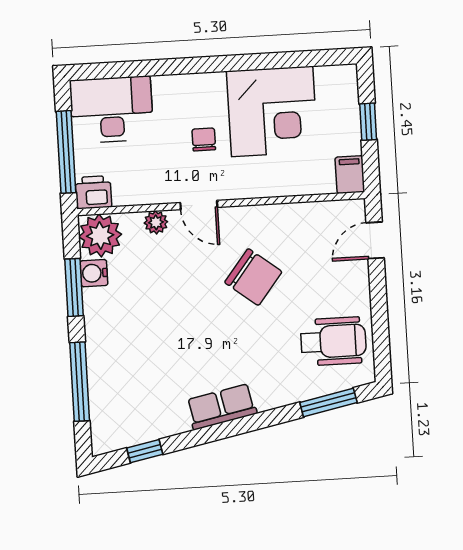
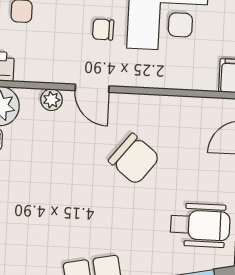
chair: (204, 139) -> (103, 29), turned -89

